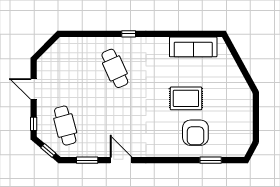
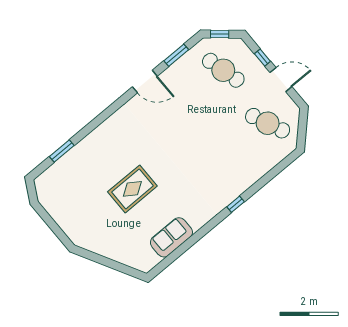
sofa: (193, 47) -> (171, 237), width x0.73
cafe table: (115, 68) -> (268, 123), moved
window: (34, 124) -> (262, 58), moved
armchair: (195, 133) -> (97, 165), removed

